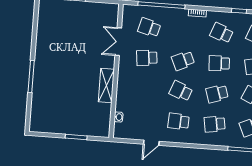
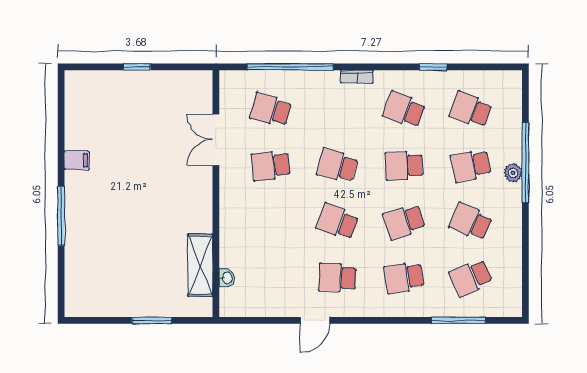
filing cabinet: (42, 47) -> (77, 160), added
school desk: (183, 61) -> (337, 166), turned 39
shelving: (106, 85) -> (200, 265), moved
door: (151, 143) -> (315, 320), moved

